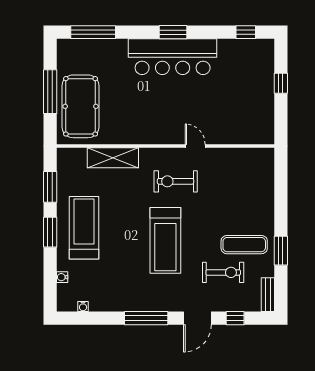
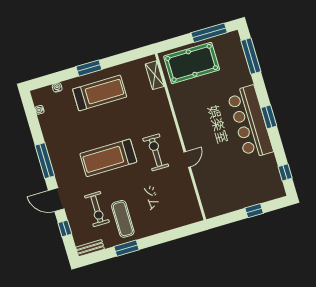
window: (50, 92) -> (209, 33), moved
shelving: (113, 158) -> (155, 75), moved, width x0.67, depth x0.75
window: (50, 187) -> (123, 58), removed

